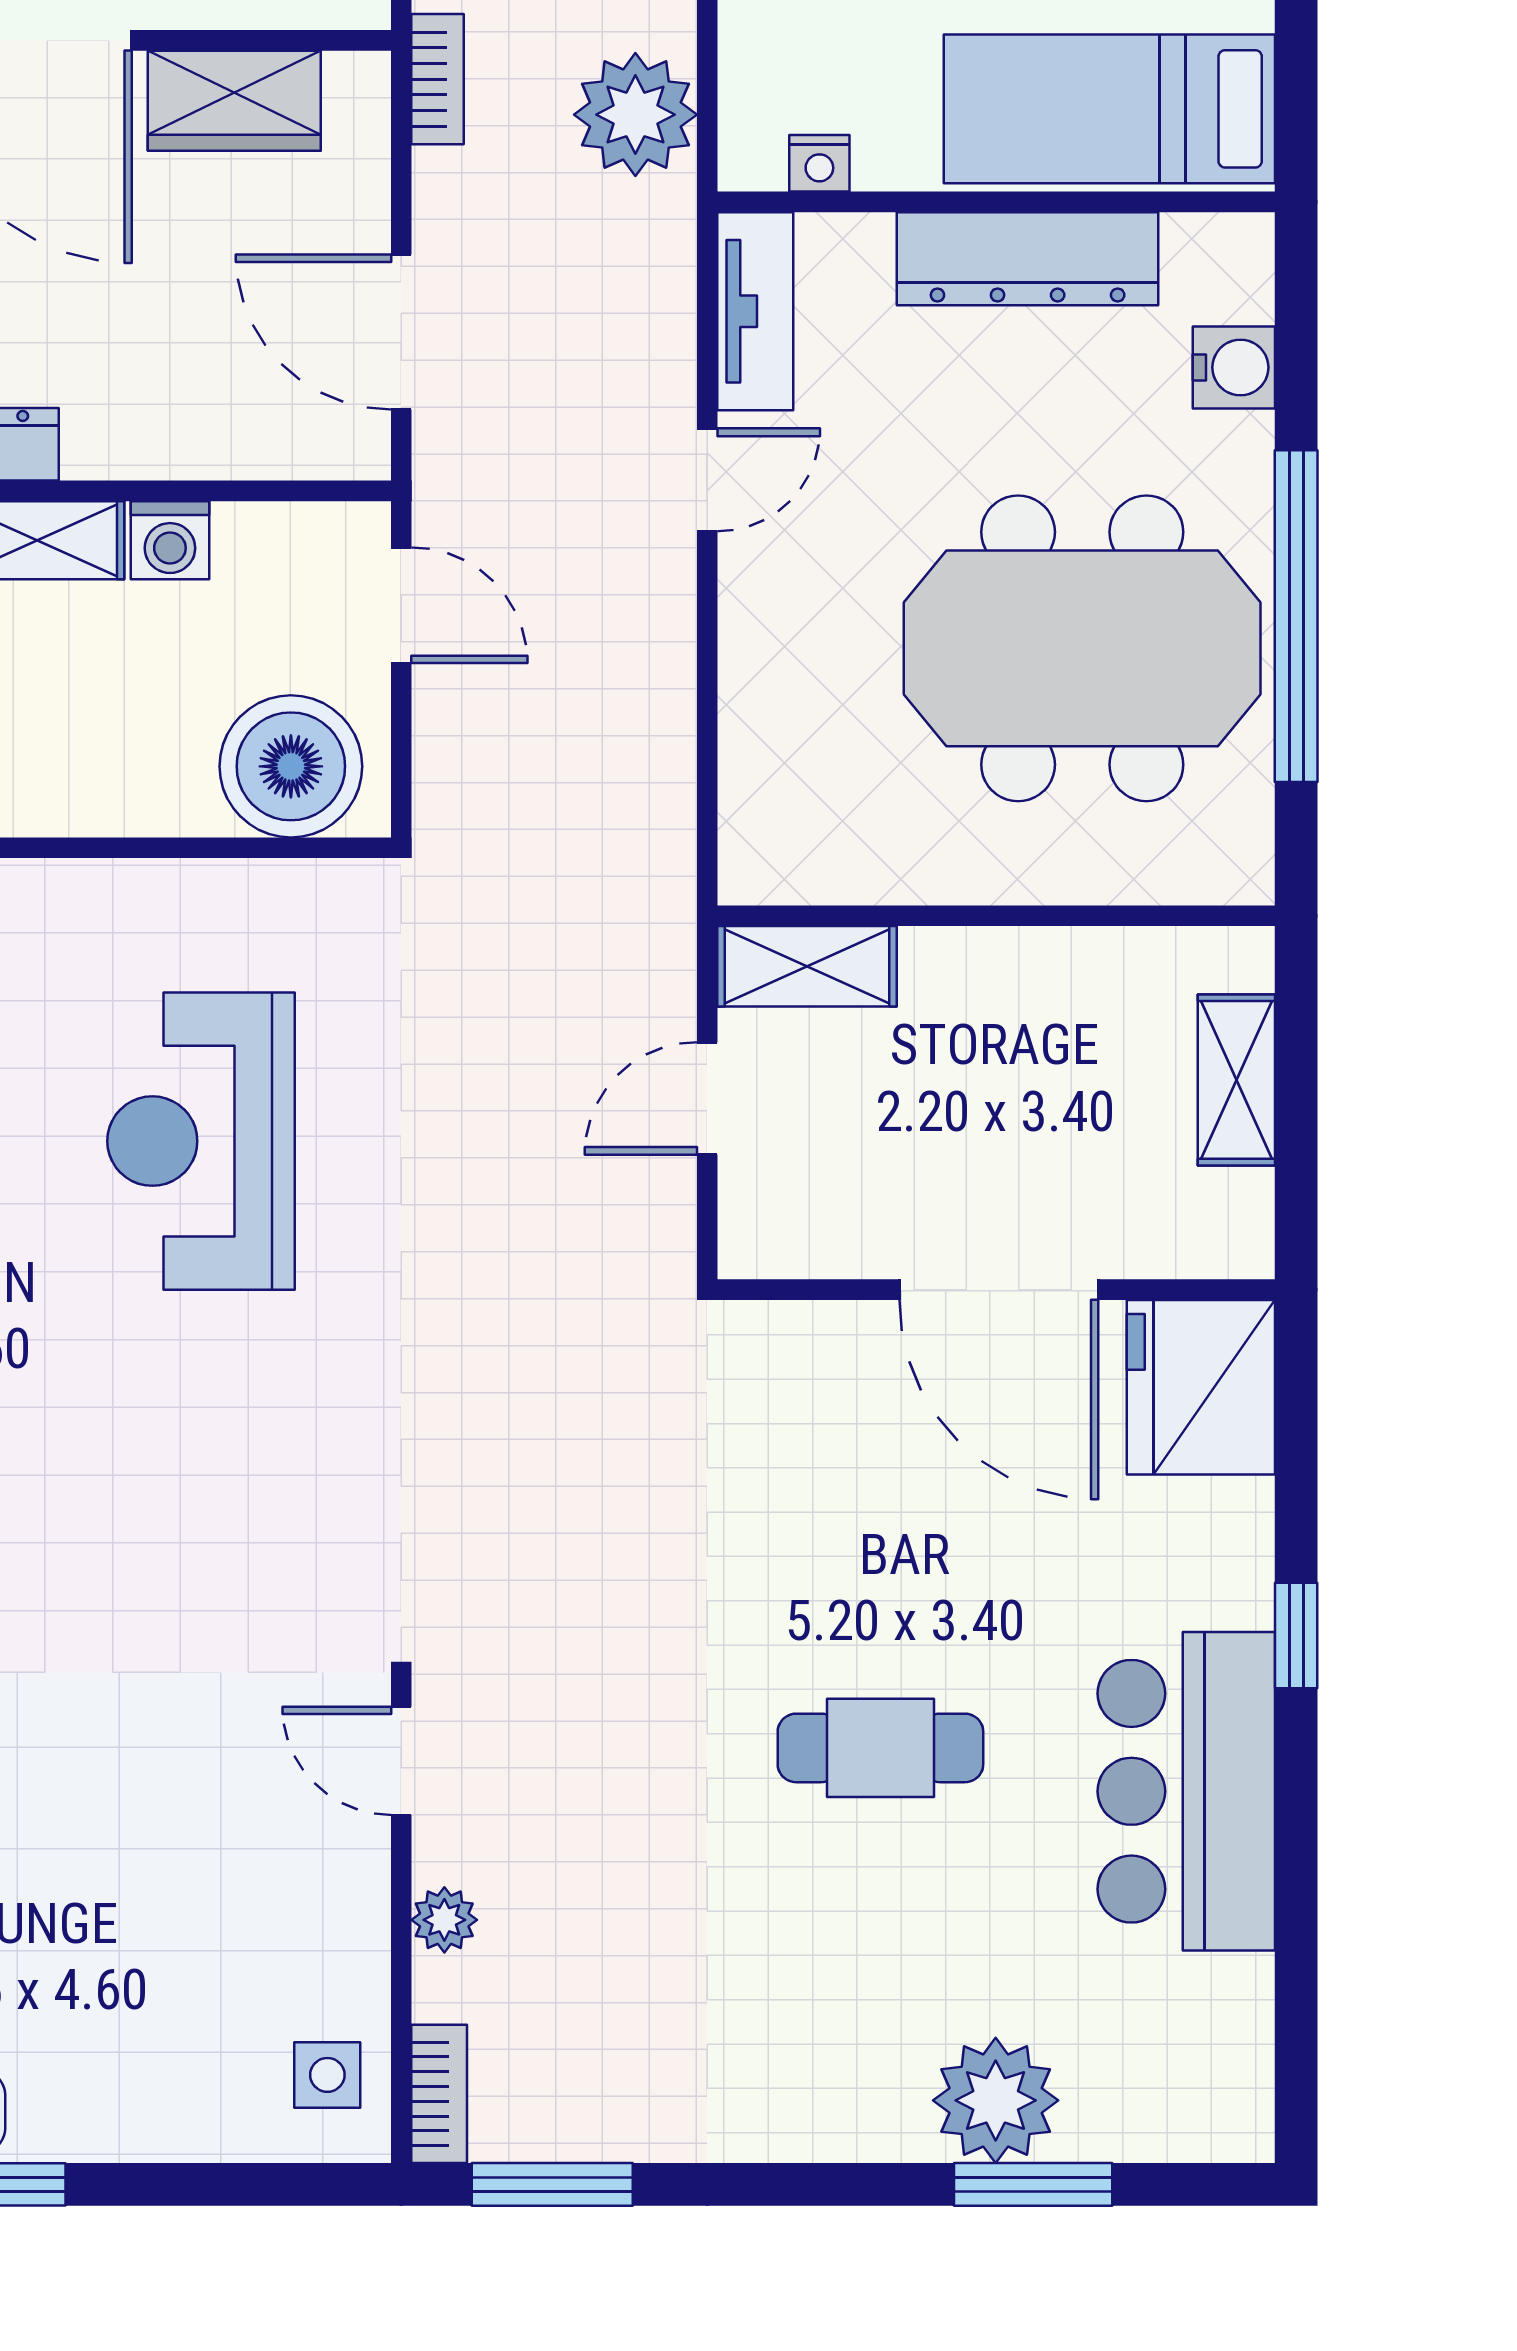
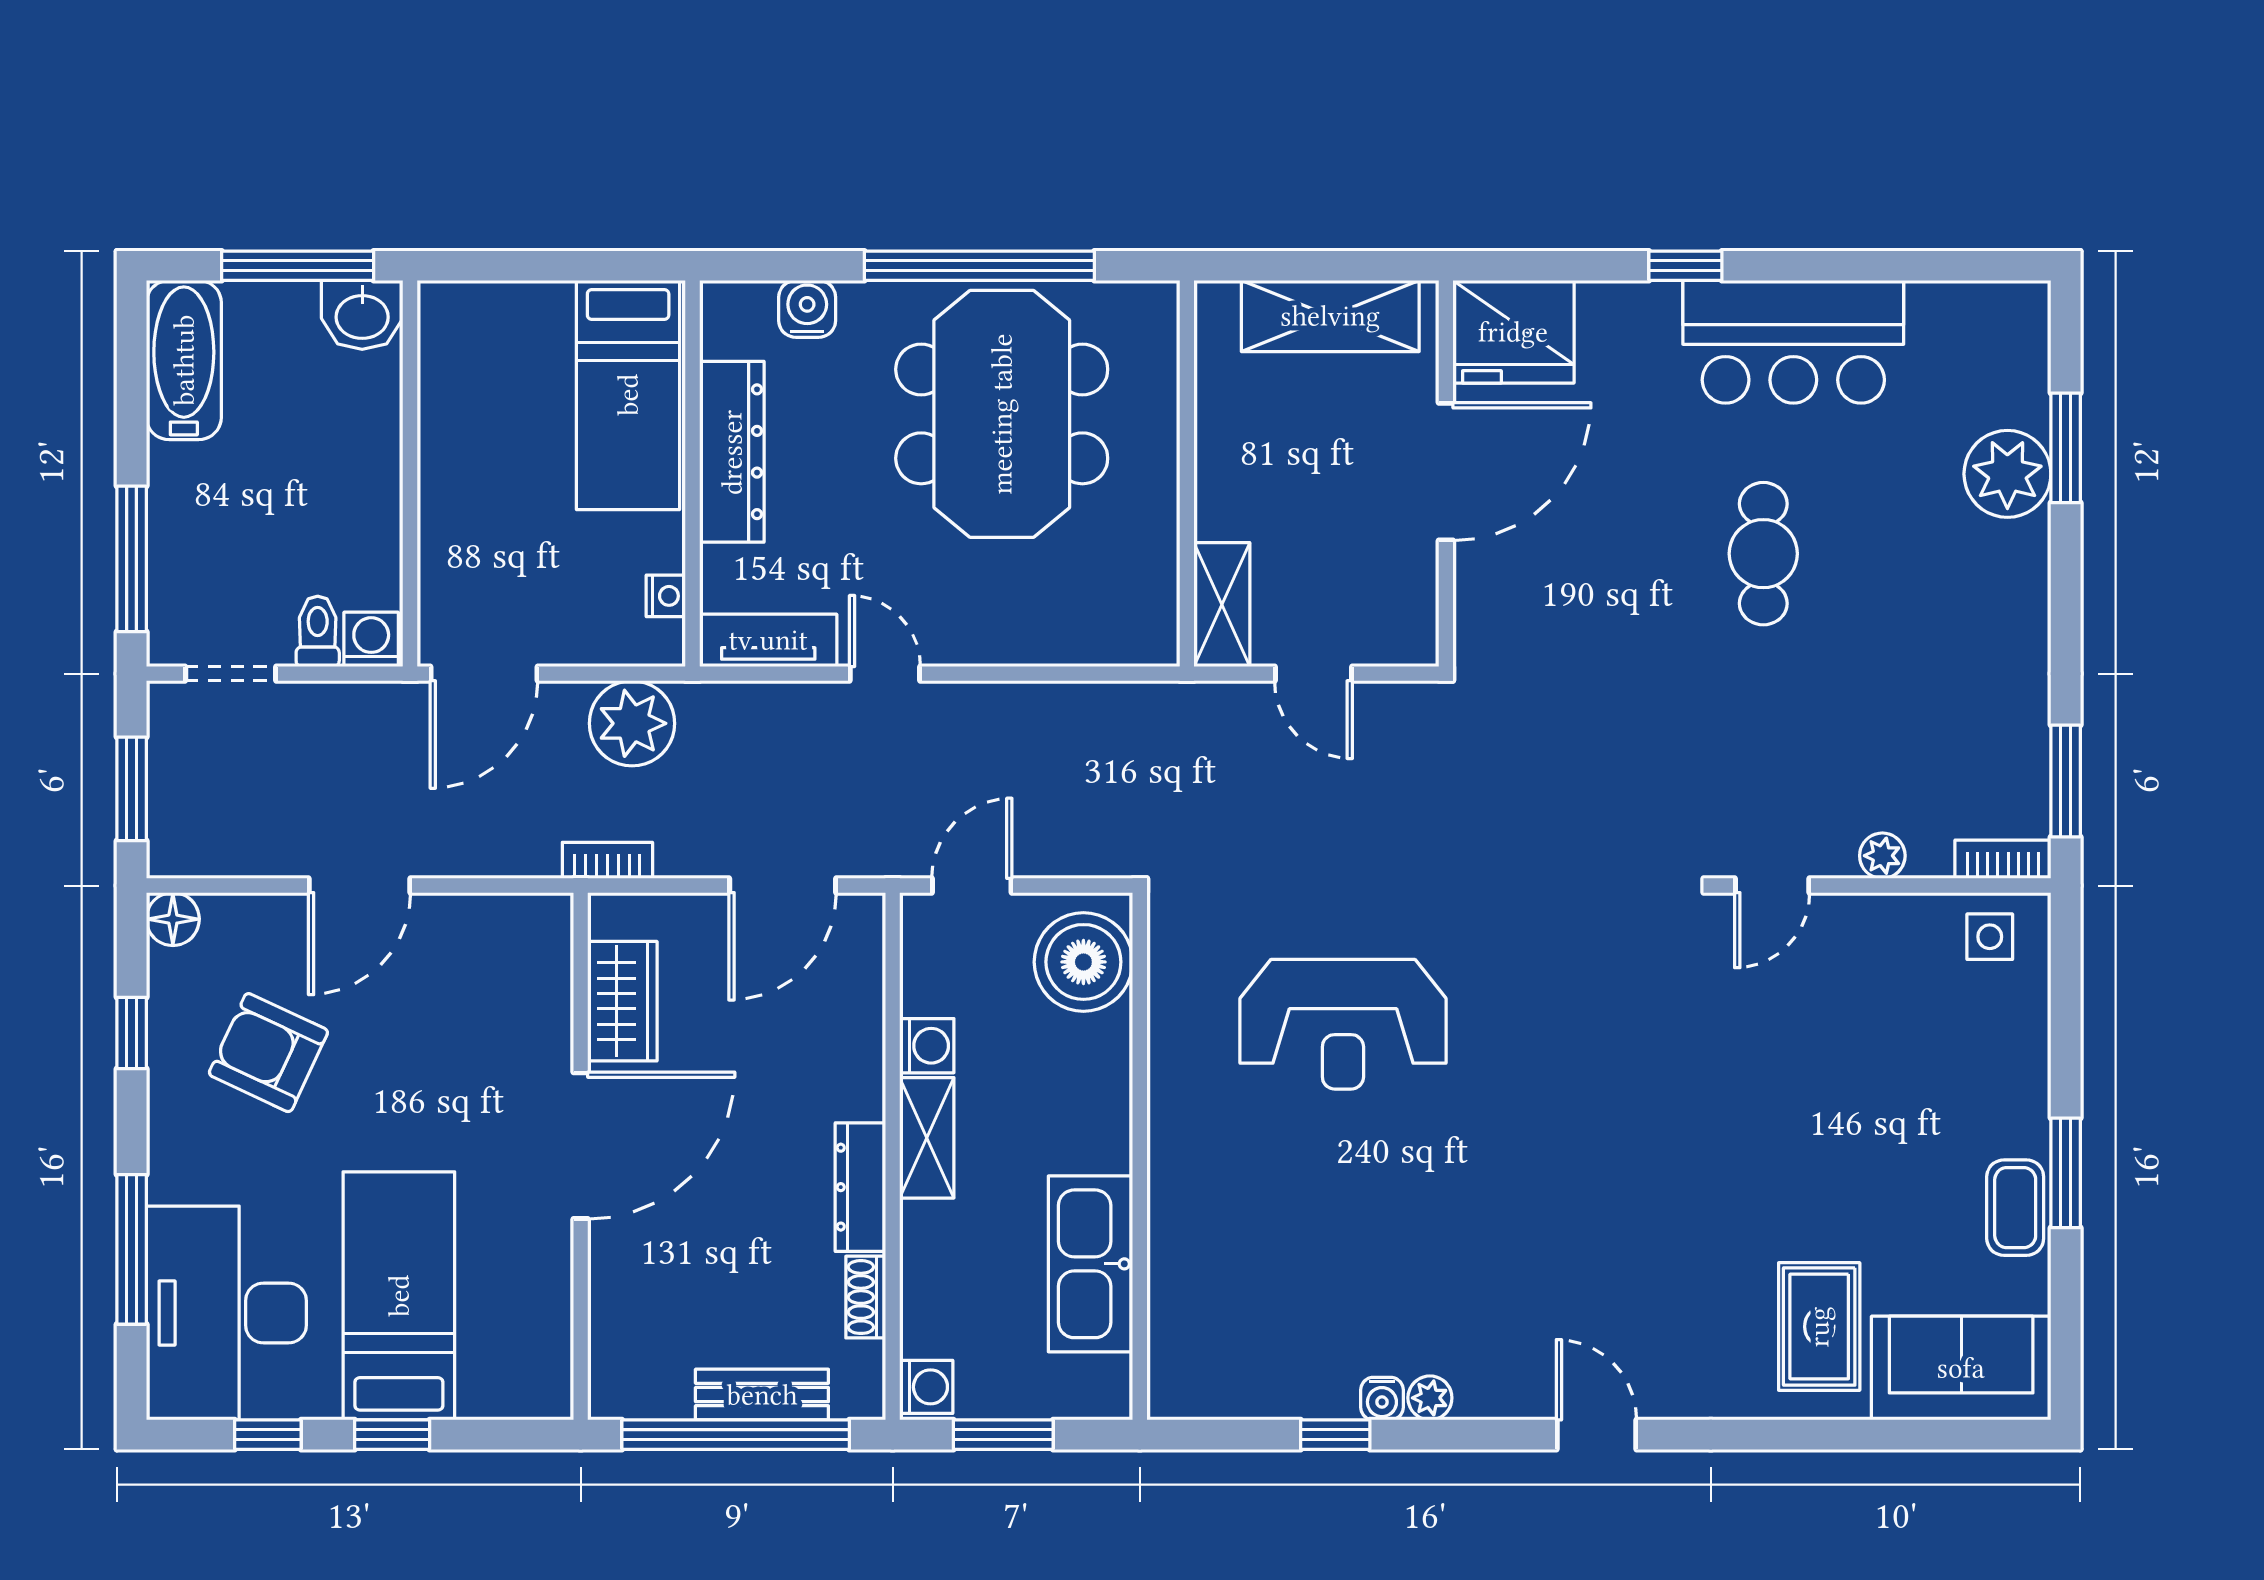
shelving: (1236, 1080) -> (1330, 316), width x1.50, depth x1.33

